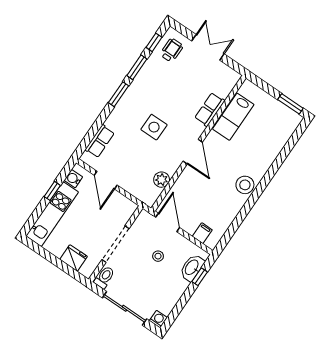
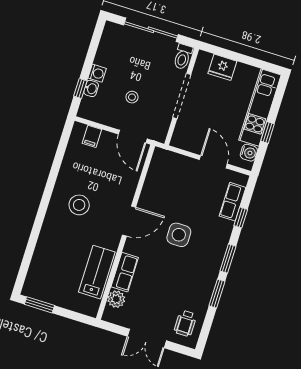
window: (154, 42) -> (241, 217), moved
door: (193, 152) -> (129, 221), swing flipped
plant: (162, 180) -> (116, 299), moved
stool: (245, 185) -> (79, 205), moved
washbasin: (192, 268) -> (91, 88), width x0.52, depth x0.69
washing machine: (158, 319) -> (97, 73), moved, turned -90

